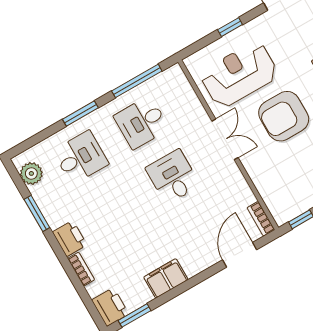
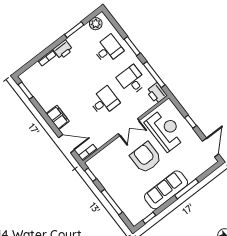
desk: (81, 157) -> (108, 49), turned -90
filing cabinet: (166, 278) -> (58, 117), moved
printer: (110, 307) -> (157, 93), moved, turned 90

